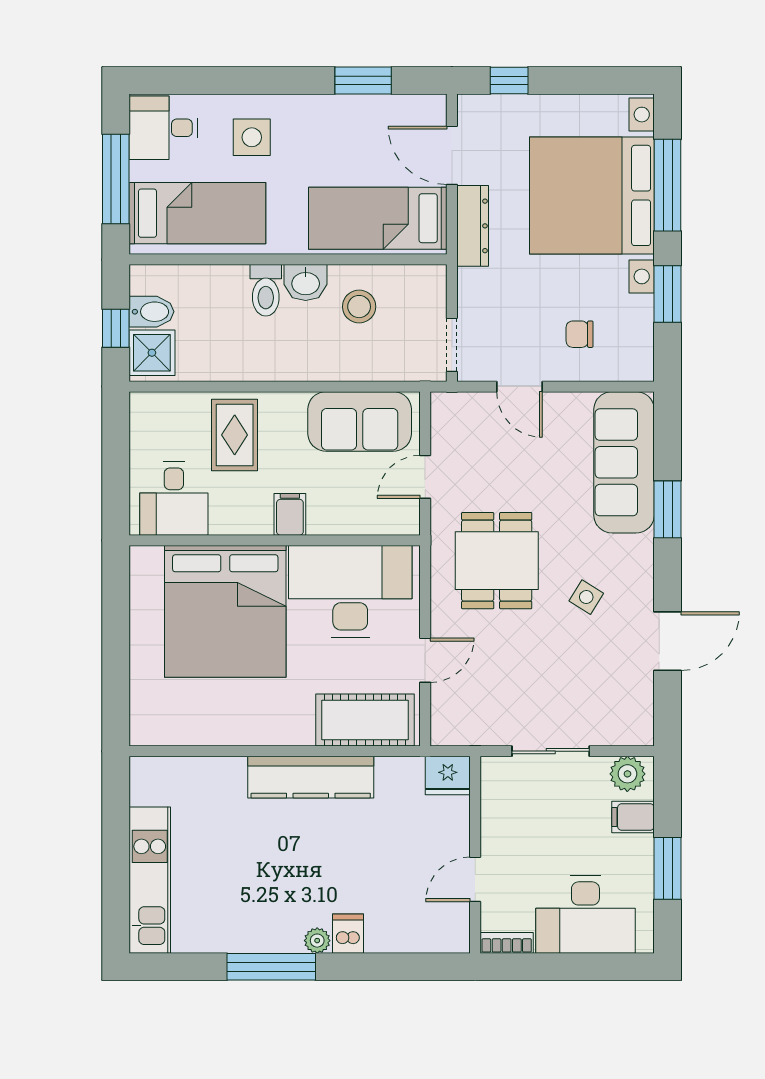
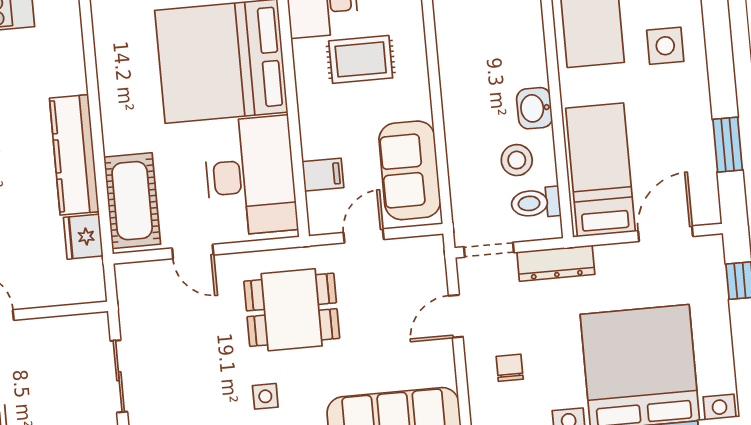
dresser: (473, 226) -> (556, 263), moved
toilet: (266, 290) -> (536, 203), moved
rug: (235, 435) -> (361, 59), moved
door: (425, 477) -> (364, 236), hinge flipped
filing cabinet: (290, 514) -> (323, 175), moved
side table: (586, 597) -> (265, 396), turned -32
fridge: (448, 775) -> (83, 237), moved

